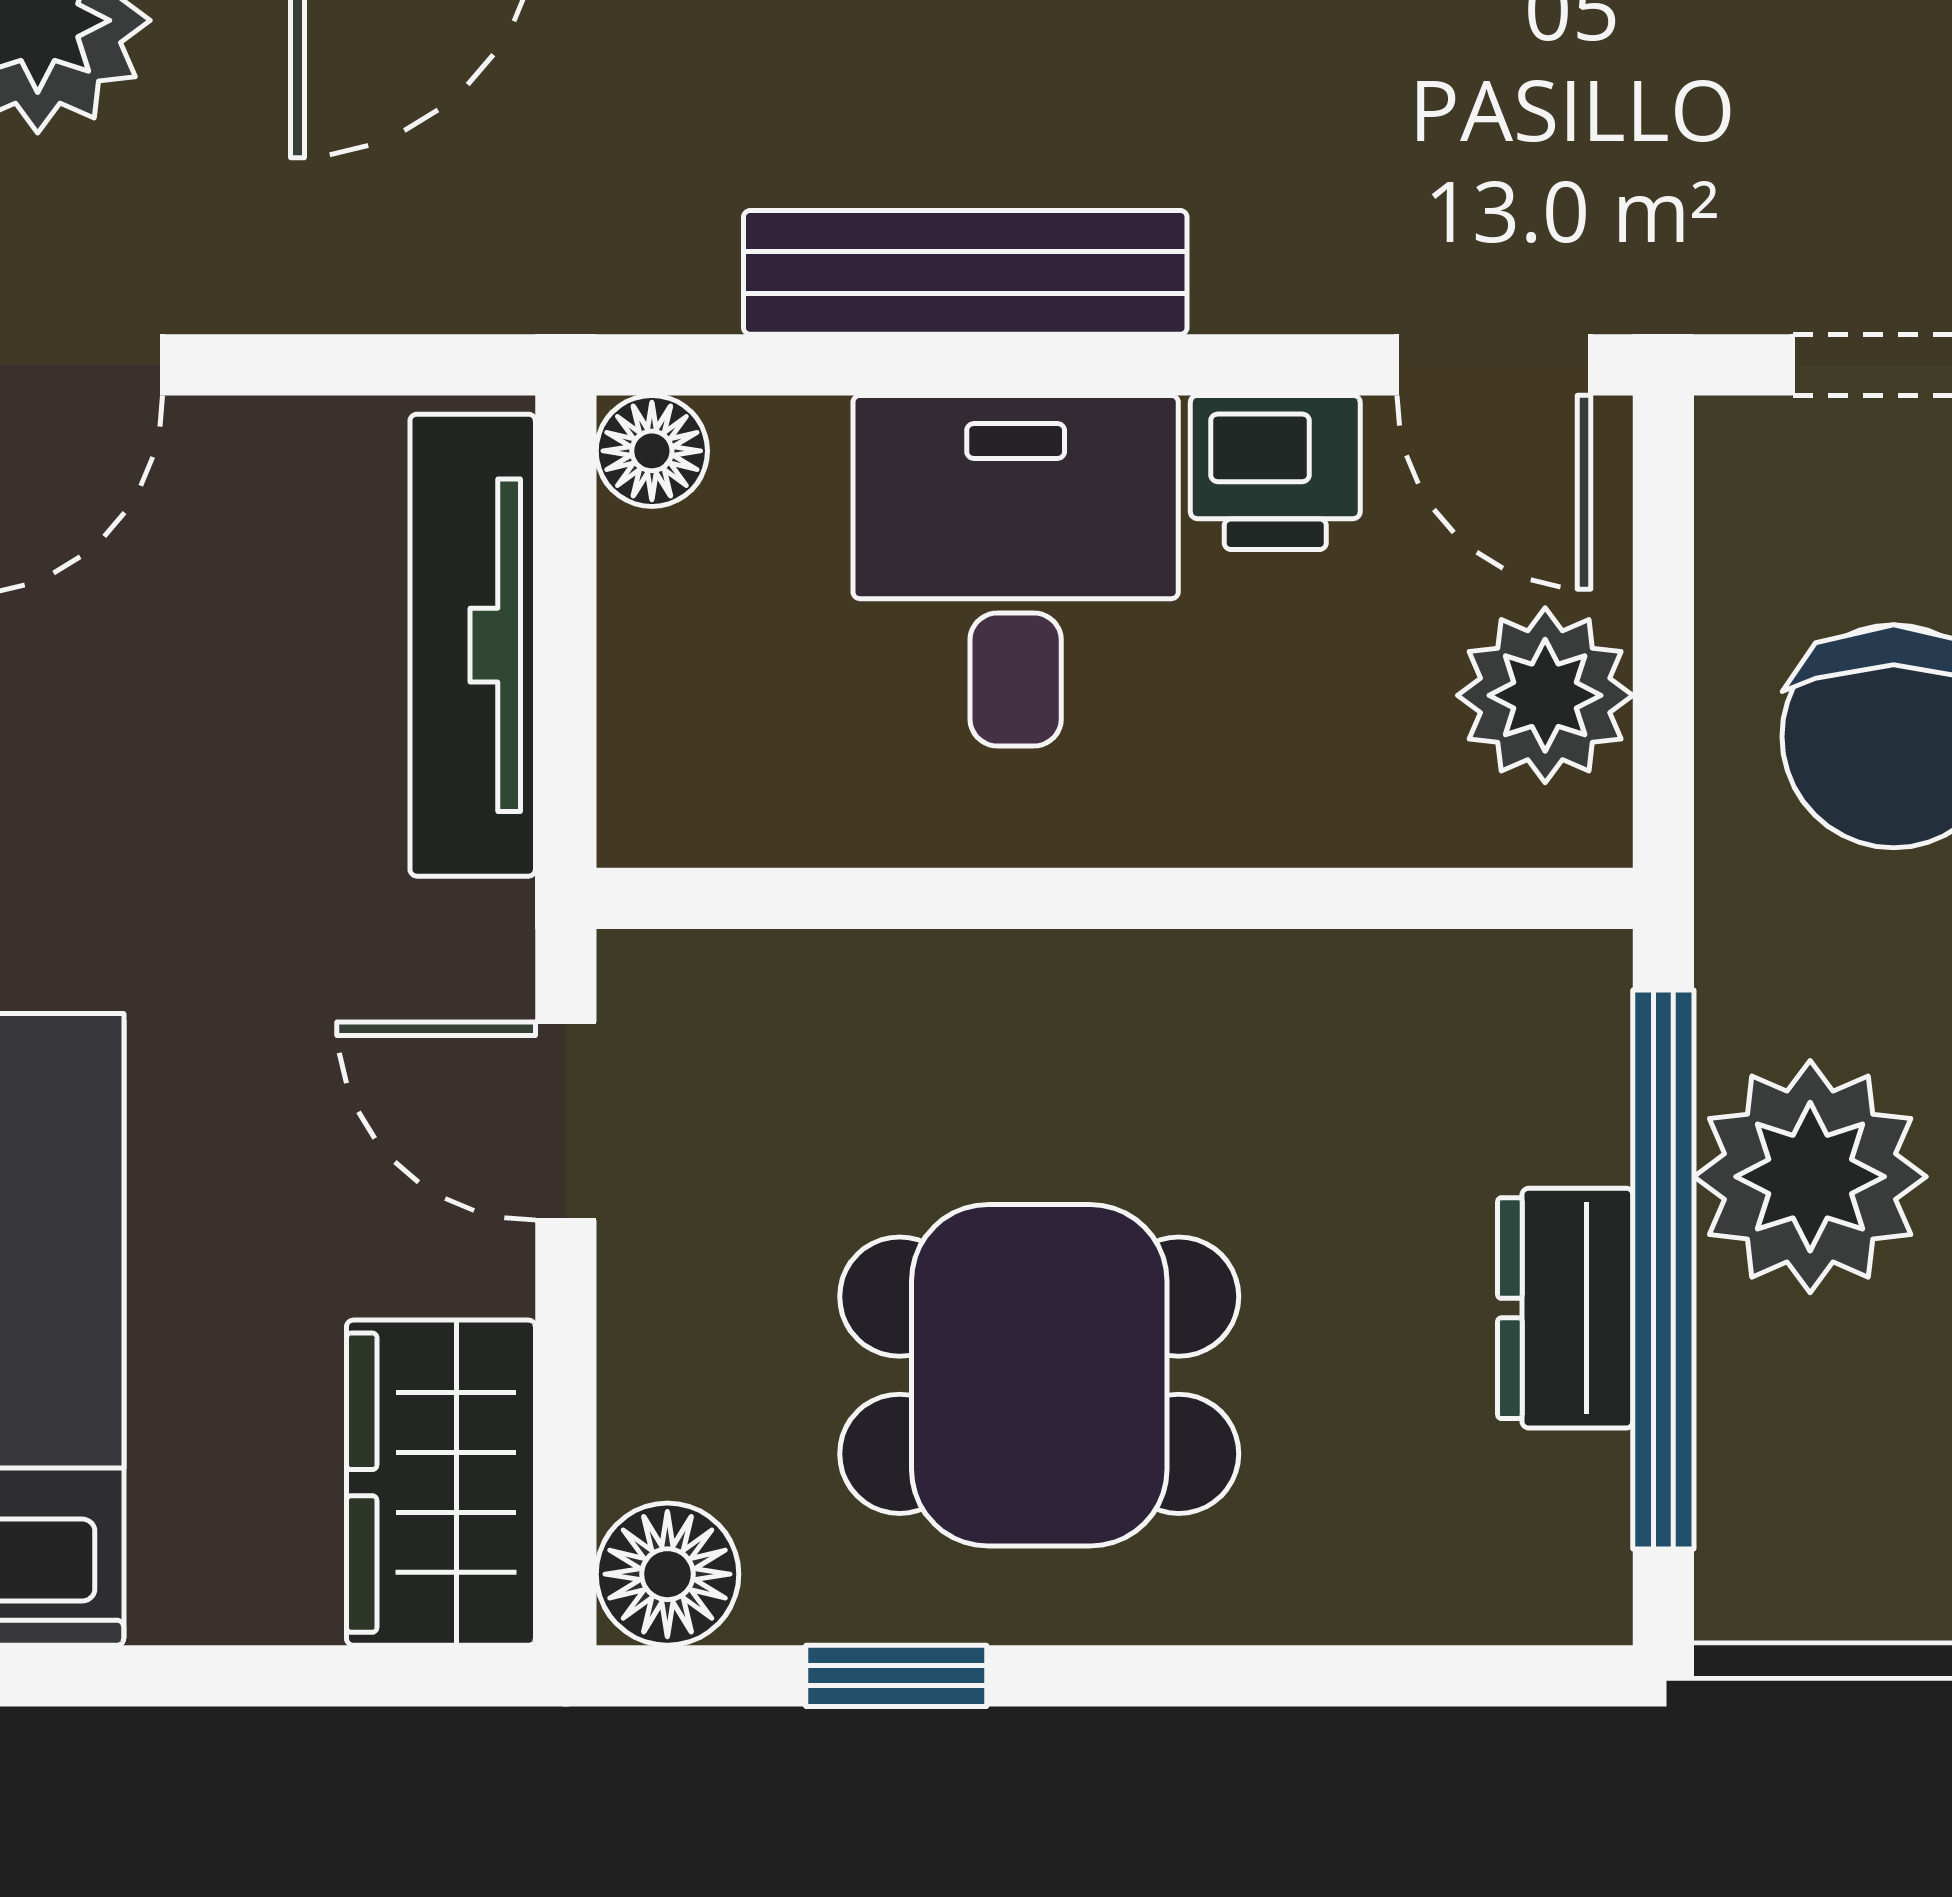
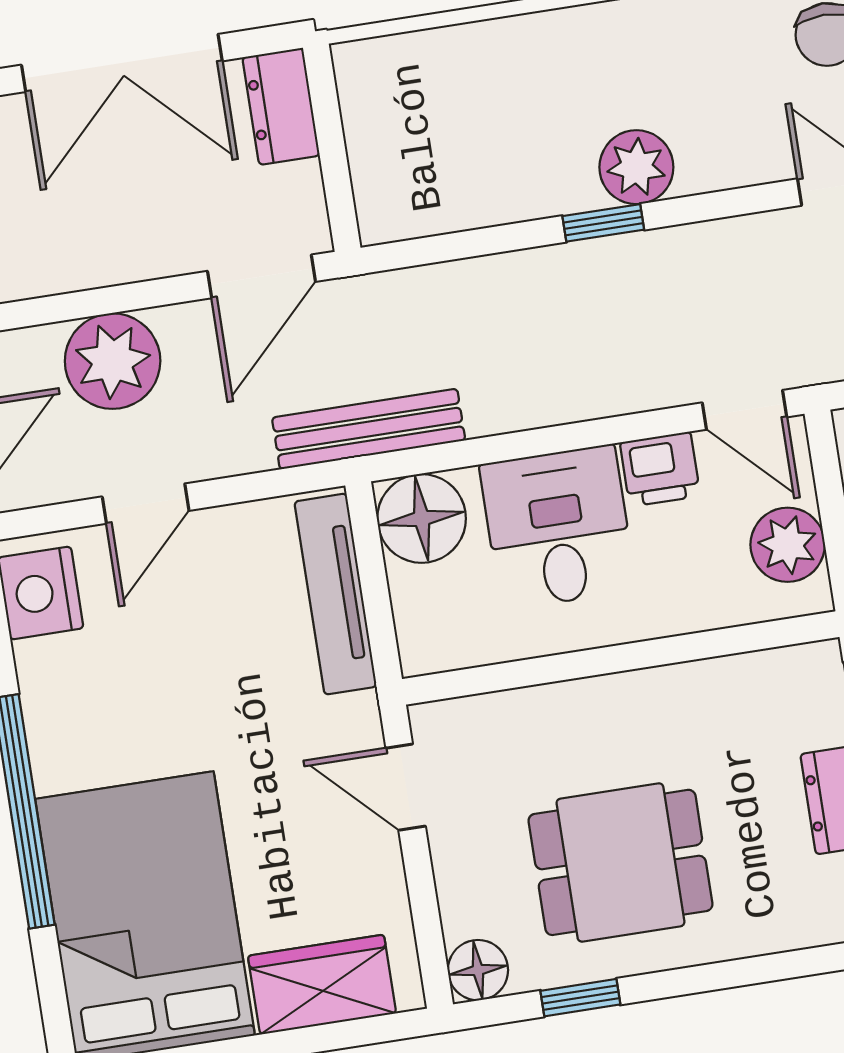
bench: (965, 272) -> (369, 429), moved
floor lamp: (652, 451) -> (422, 518), width x1.89, depth x1.89
wardrobe: (441, 1483) -> (322, 985), moved, turned 90

